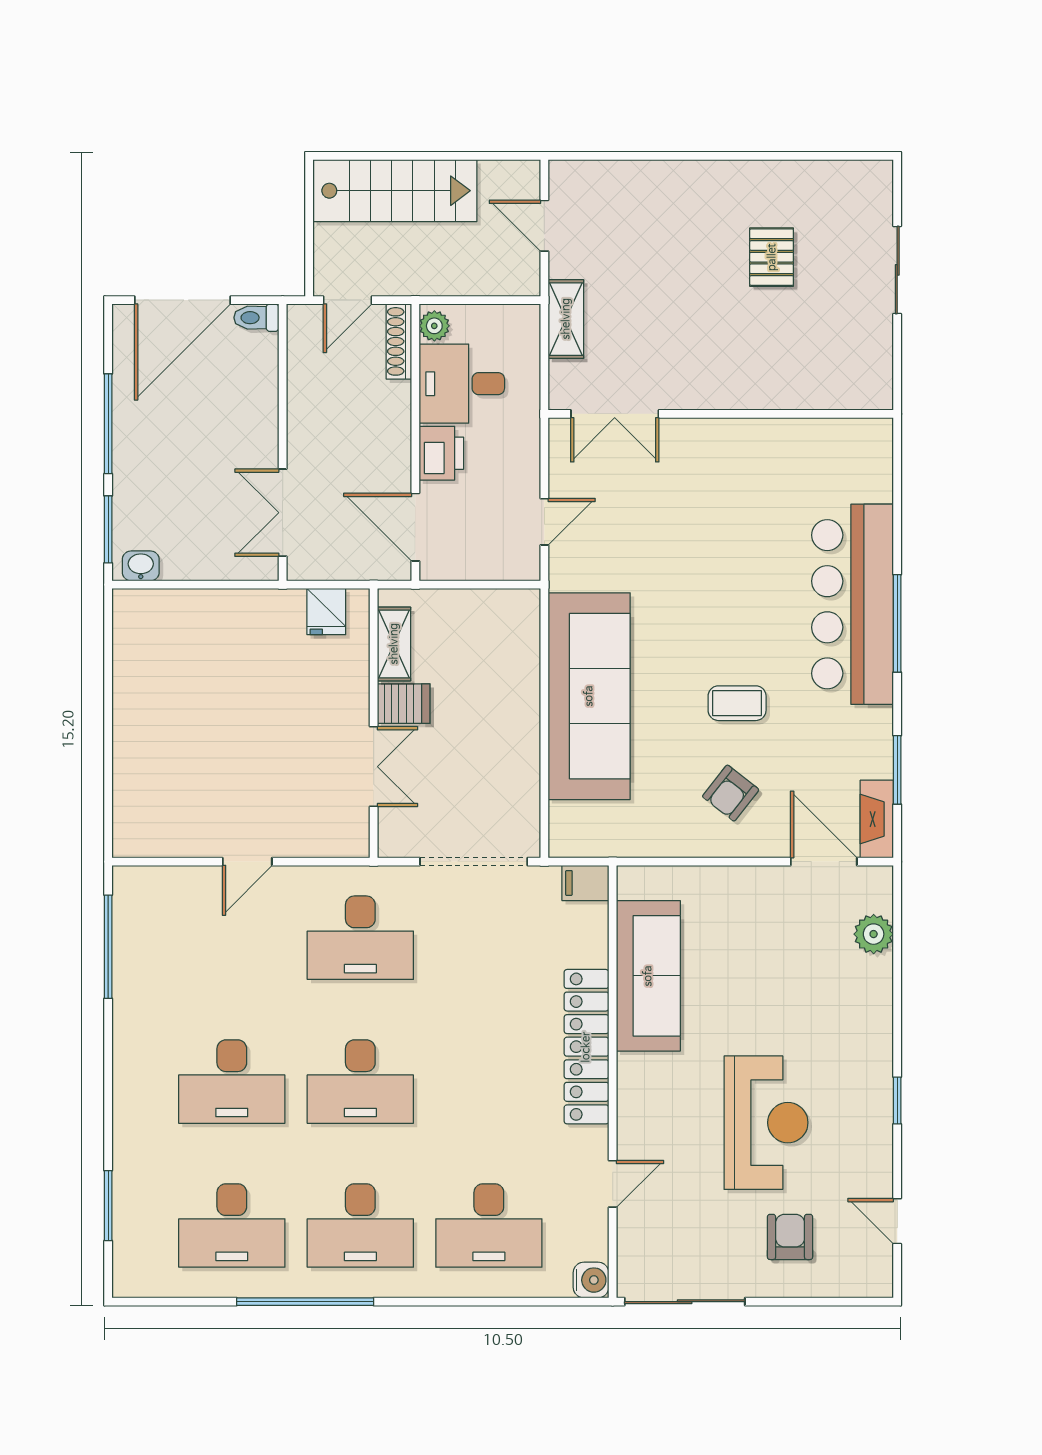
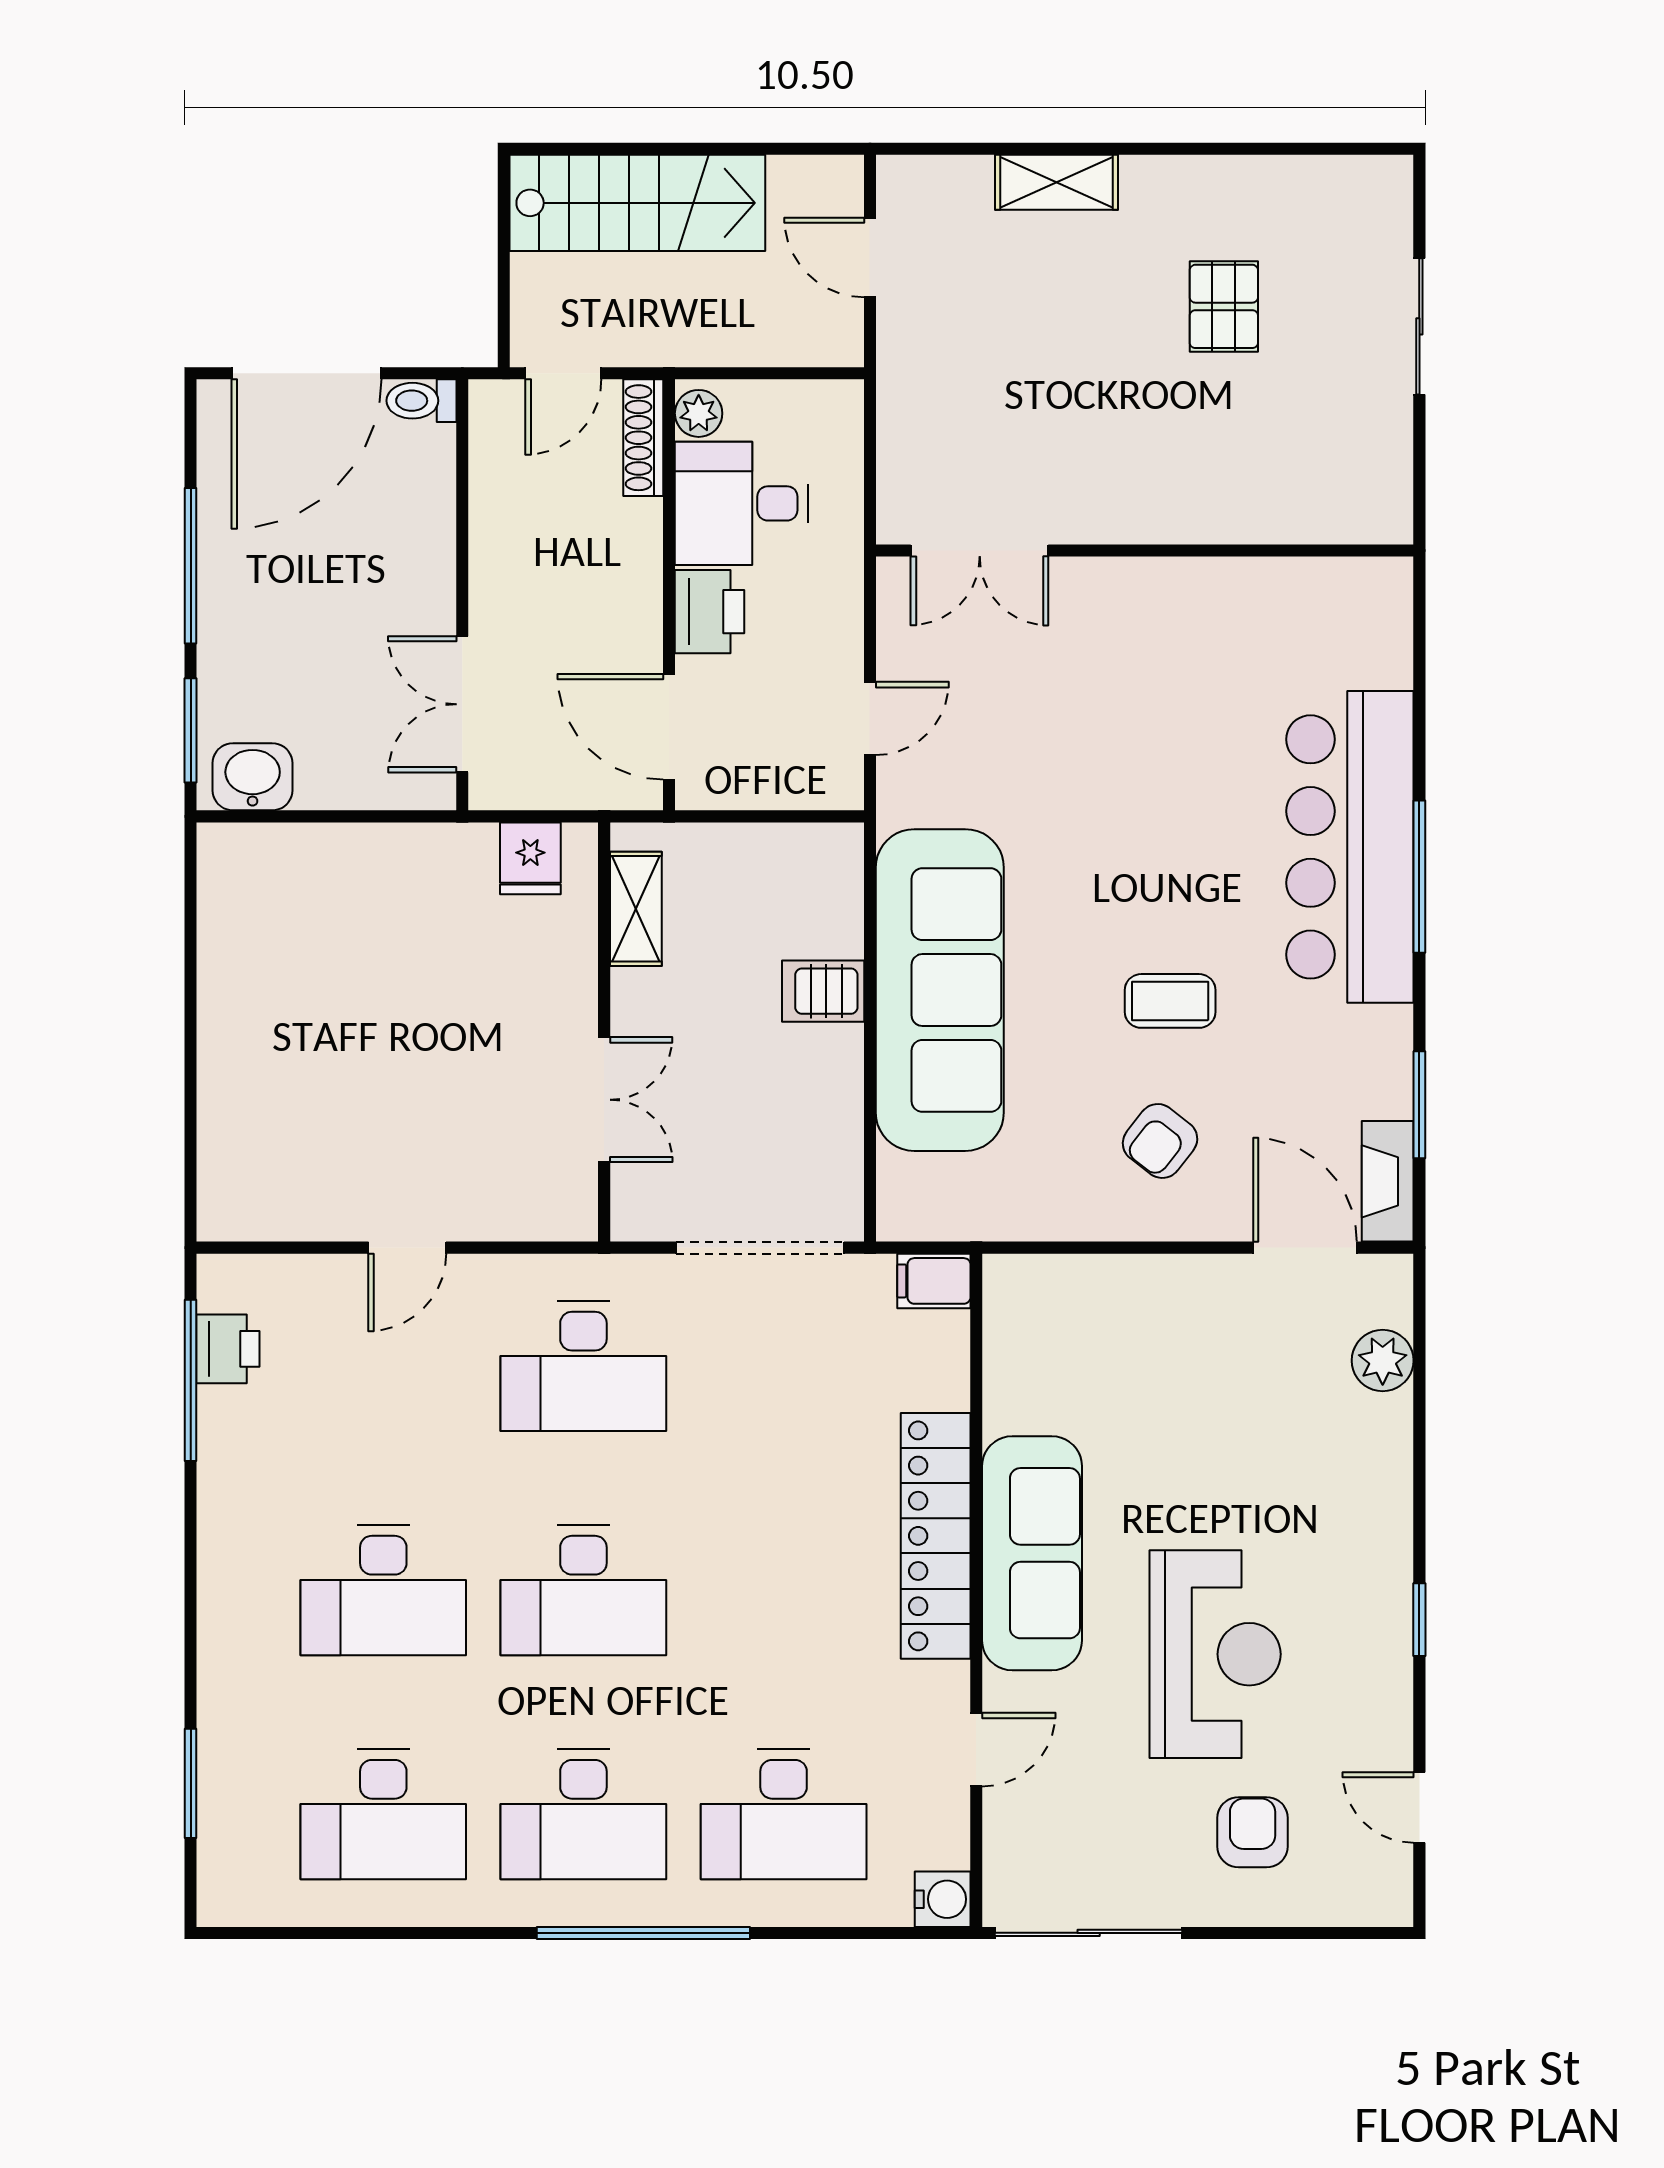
shelving: (566, 319) -> (1057, 182), moved, turned 90
washbasin: (141, 566) -> (253, 777), width x1.38, depth x1.45
server rack: (404, 704) -> (823, 991), moved, turned 180
printer: (132, 927) -> (228, 1349), added
sofa: (648, 976) -> (1032, 1553), moved
window: (305, 1302) -> (643, 1933), moved

